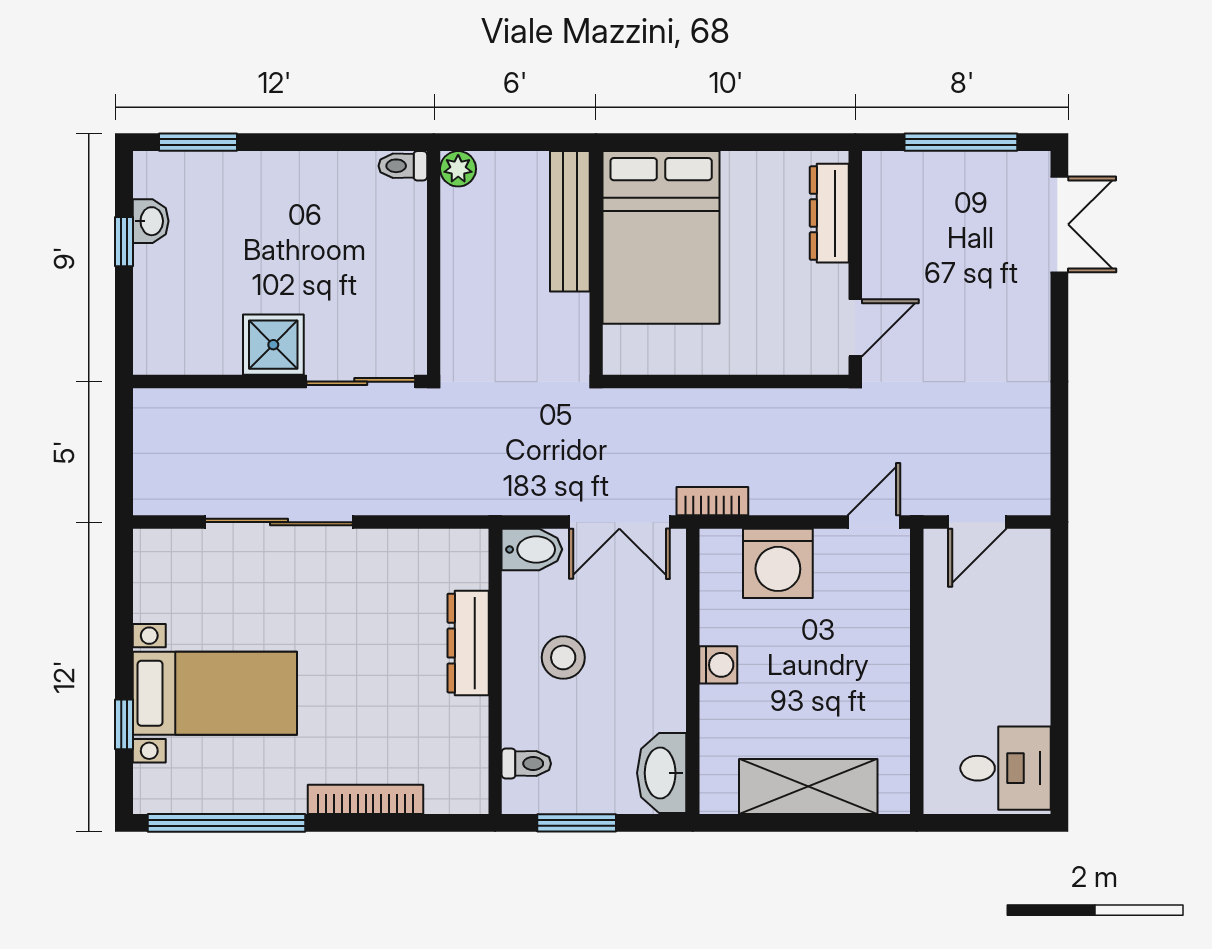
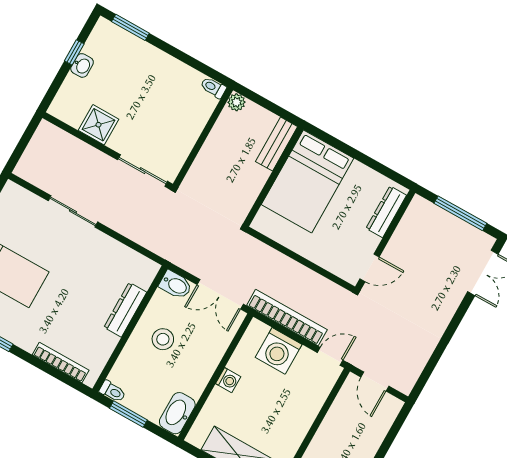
washbasin: (151, 221) -> (82, 65), moved
bench: (570, 221) -> (277, 144), width x0.73
shower: (273, 345) -> (98, 125), moved
bookcase: (712, 501) -> (287, 317), width x2.31, depth x1.31
sliding door: (279, 522) -> (73, 211), width x0.73
door: (977, 522) -> (375, 382), hinge flipped
toilet: (526, 764) -> (112, 391), moved
bookcase: (366, 799) -> (61, 362), moved

